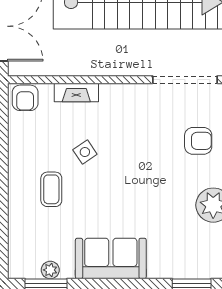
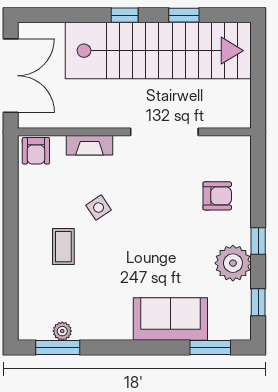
doorway: (185, 80) -> (164, 132), moved
sofa: (111, 258) -> (170, 319), moved

